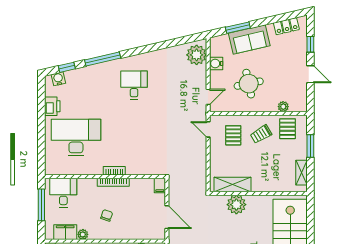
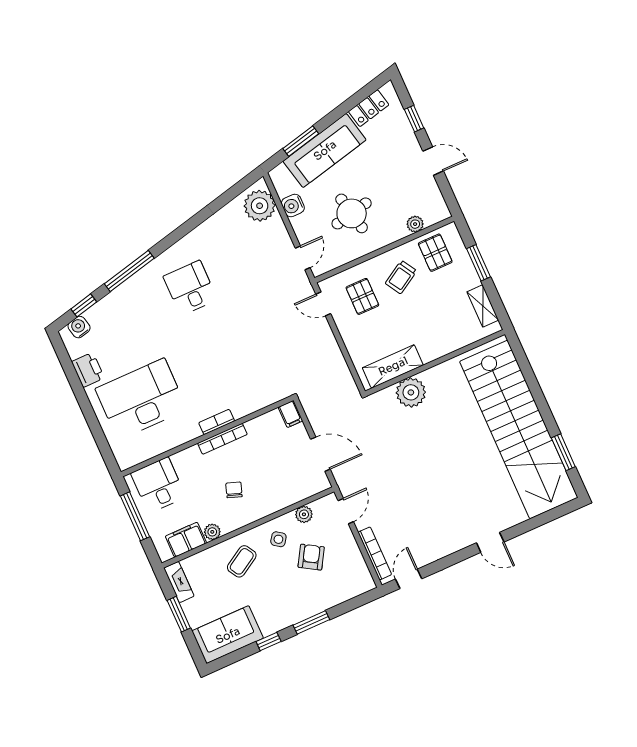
sofa: (249, 39) -> (325, 150), width x1.36

